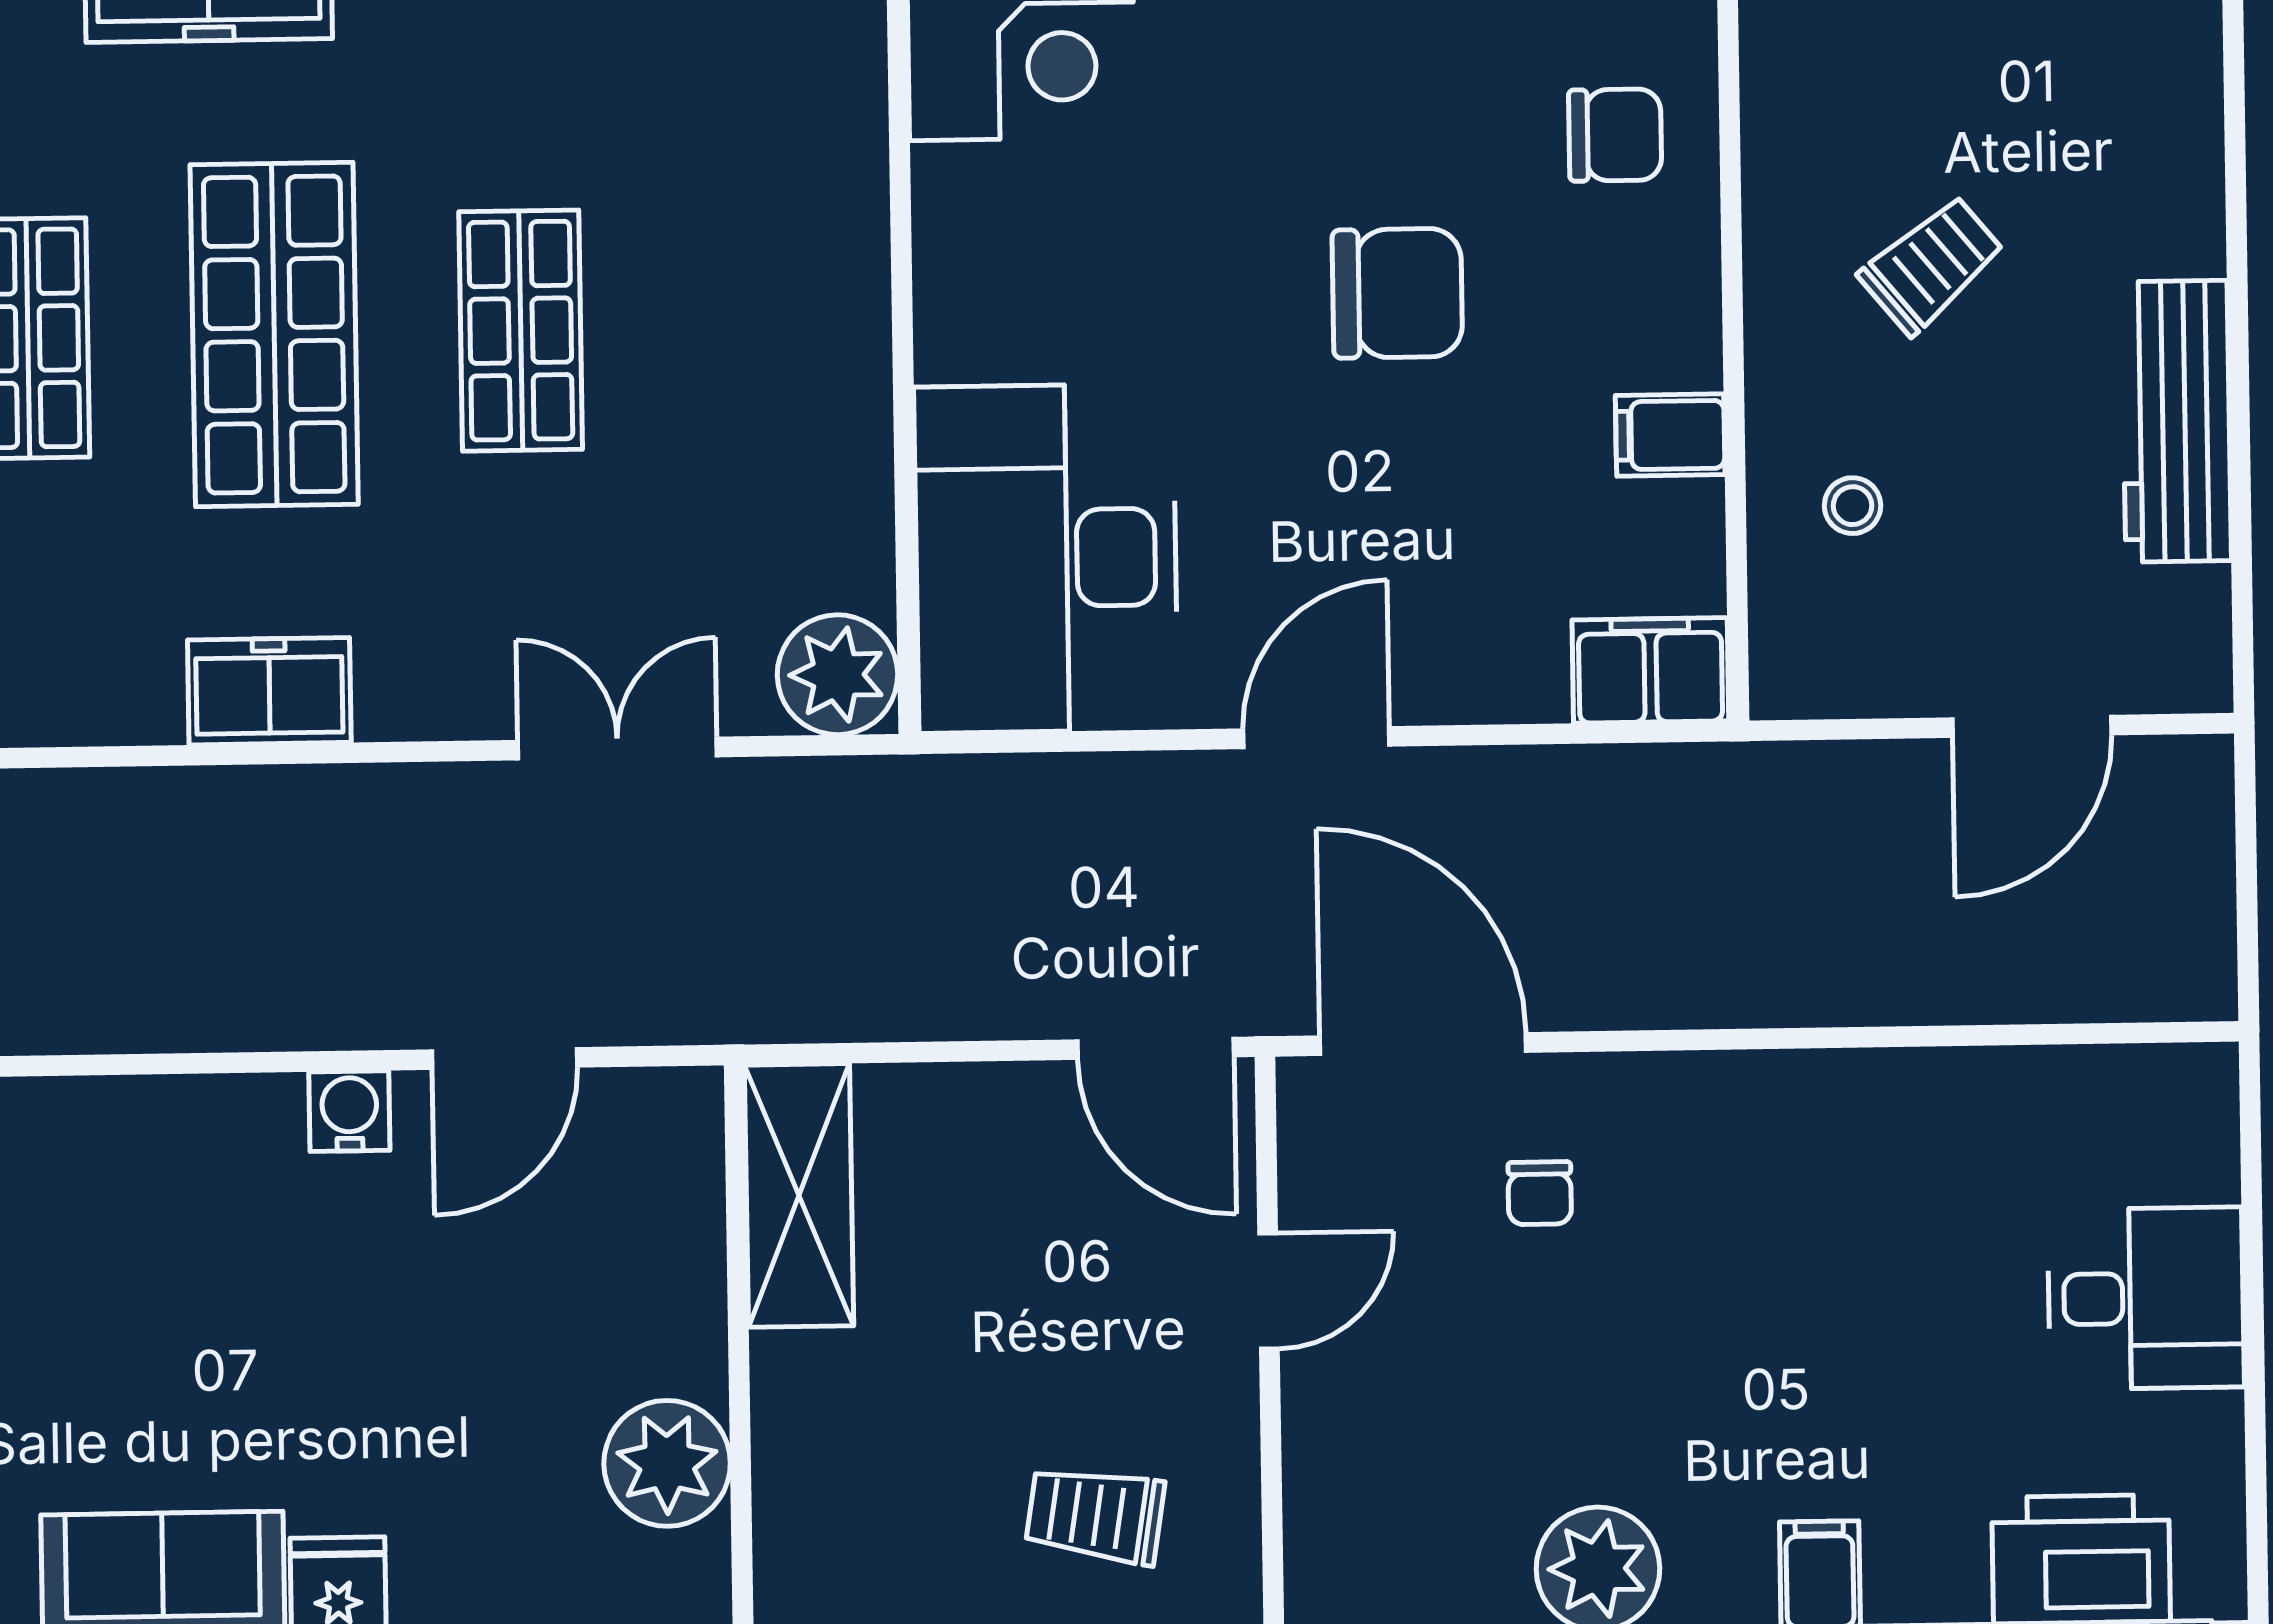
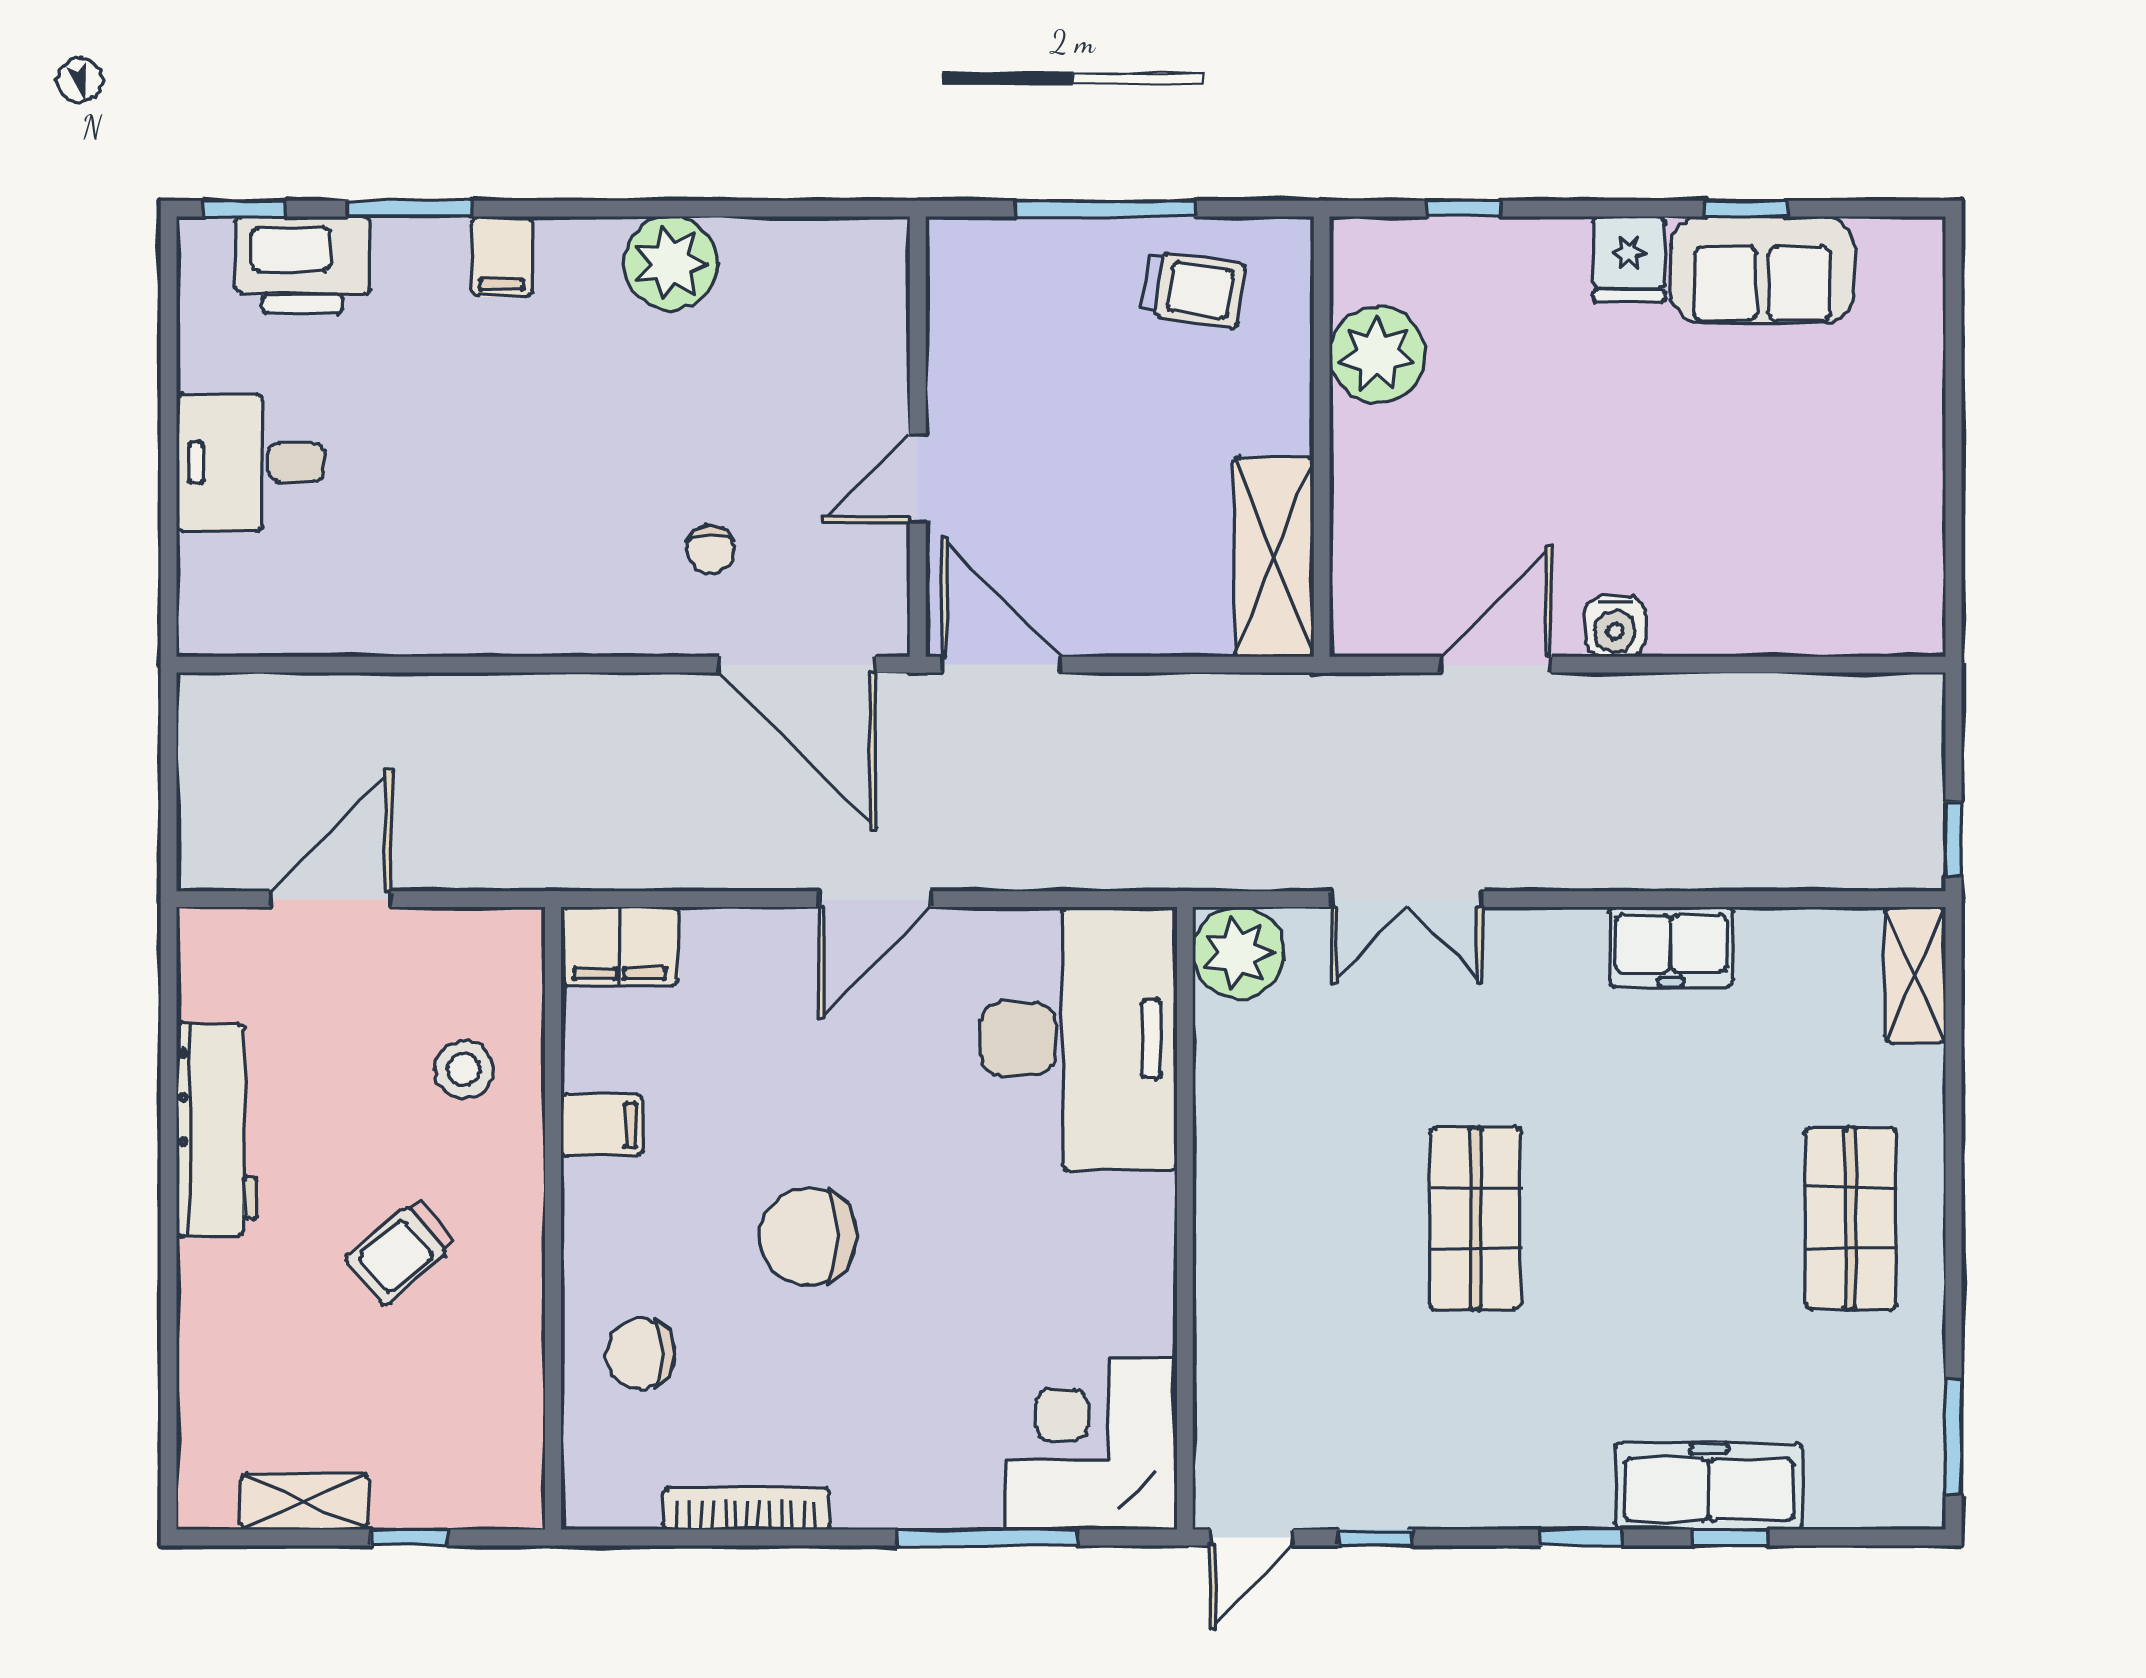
shop shelf: (274, 334) -> (1663, 1218), removed
stool: (1853, 506) -> (464, 1069), width x1.37, depth x1.37
chair: (1540, 1193) -> (710, 550), turned 180
trolley: (1095, 1515) -> (1193, 289), moved

